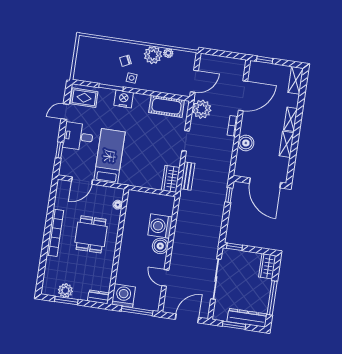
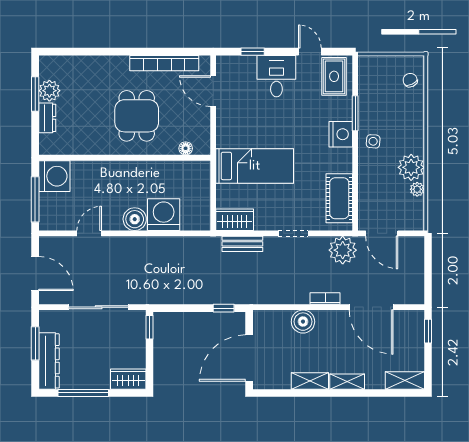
chair: (125, 61) -> (410, 80), moved
bed: (110, 156) -> (255, 166), moved
bookcase: (55, 233) -> (164, 63), moved
dining table: (91, 234) -> (137, 116), turned 90
dresser: (98, 297) -> (47, 118), moved

